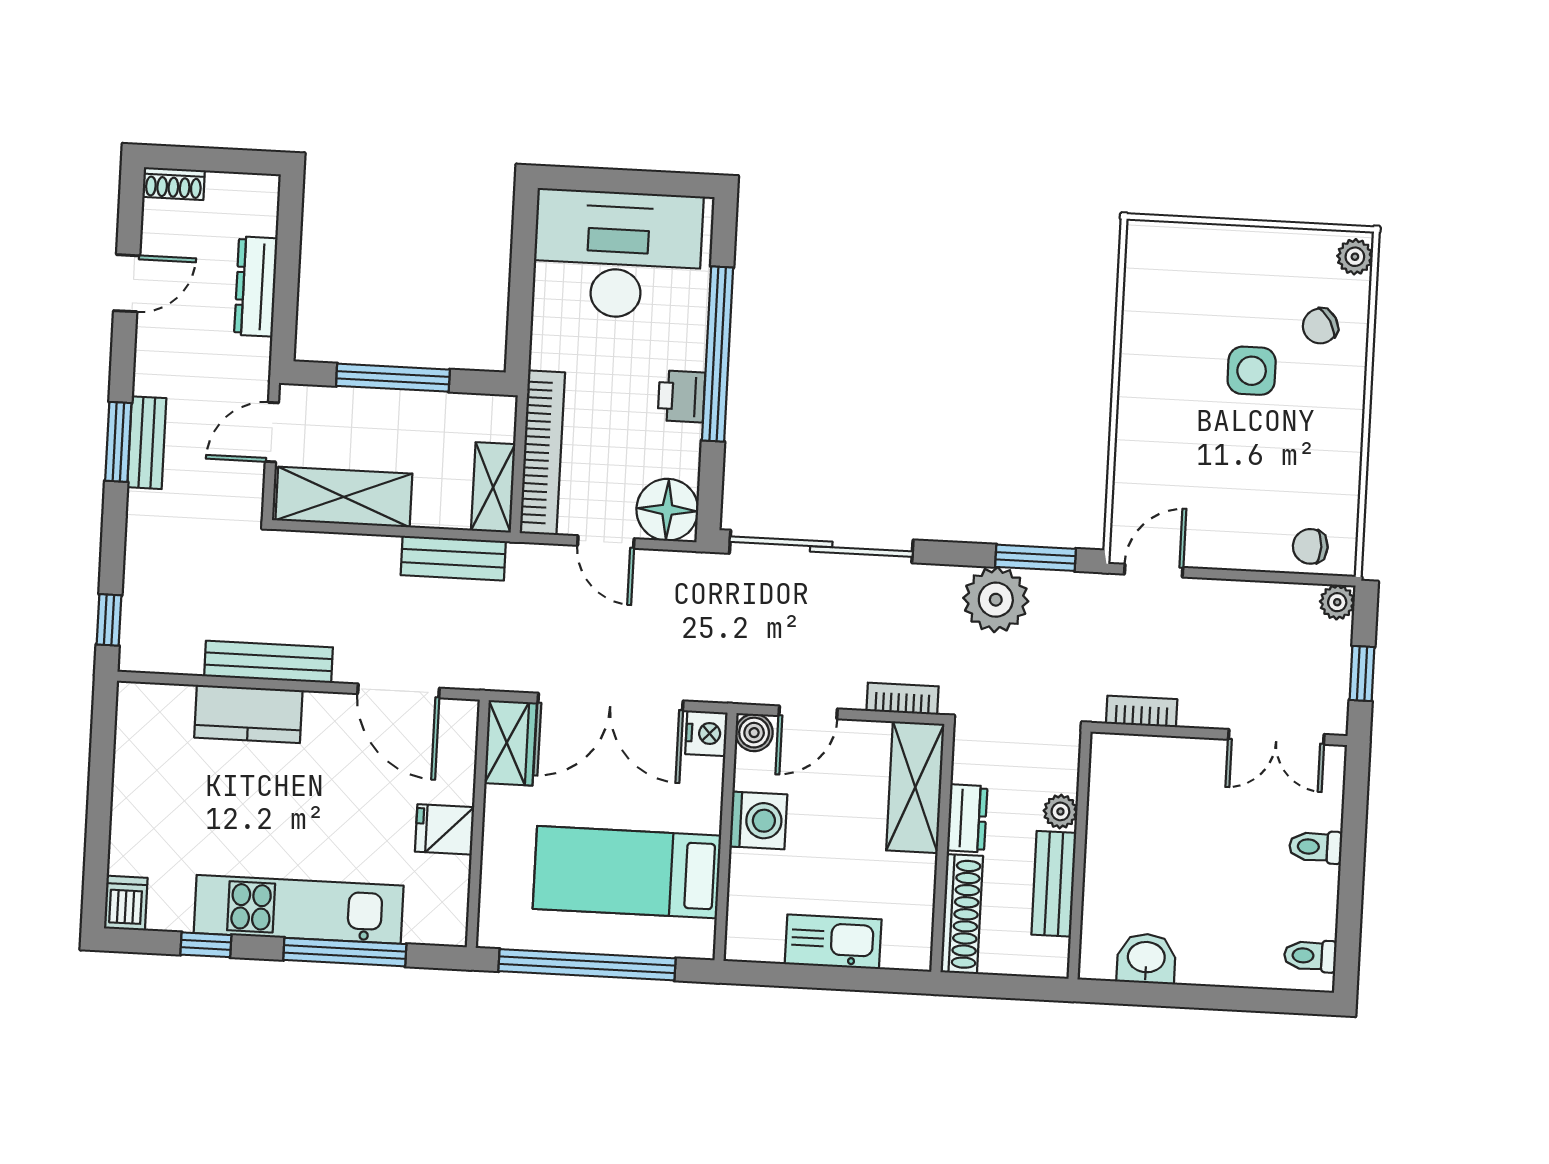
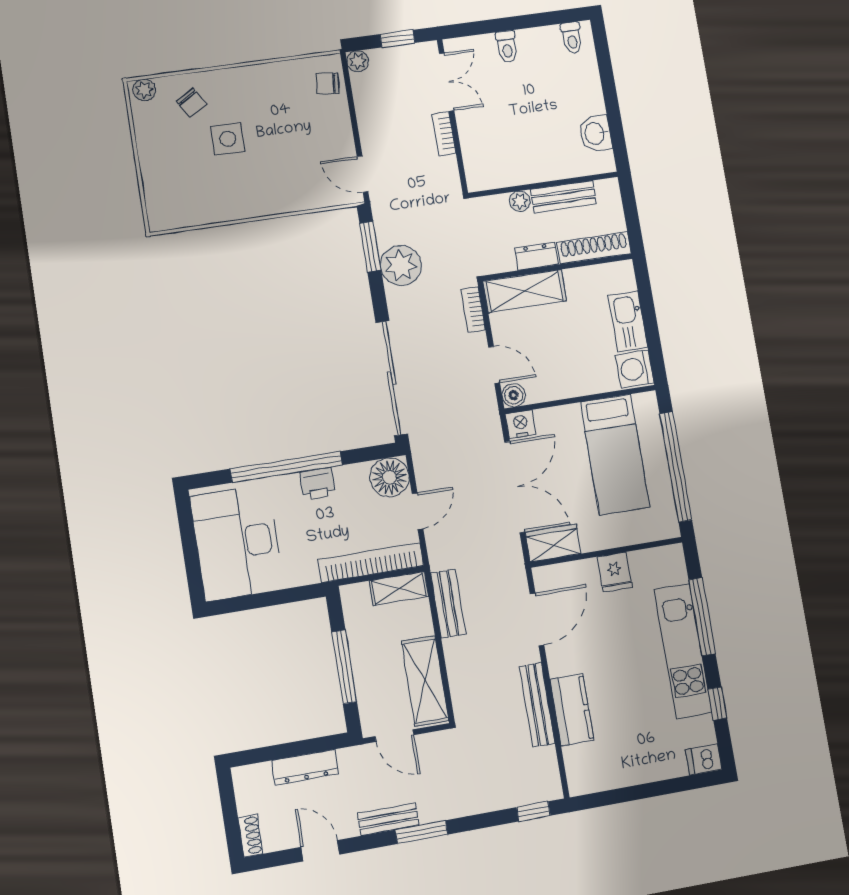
bench: (147, 443) -> (388, 819), moved
chair: (1310, 546) -> (328, 83), turned 96
bookcase: (1142, 711) -> (444, 134), moved
washing machine: (758, 820) -> (635, 369), moved, turned -90

